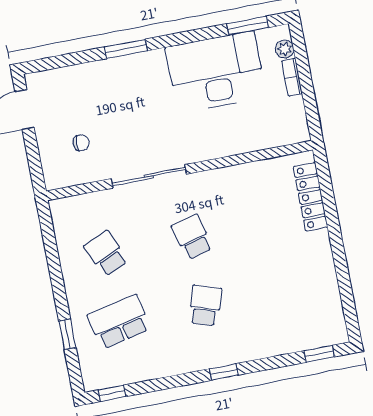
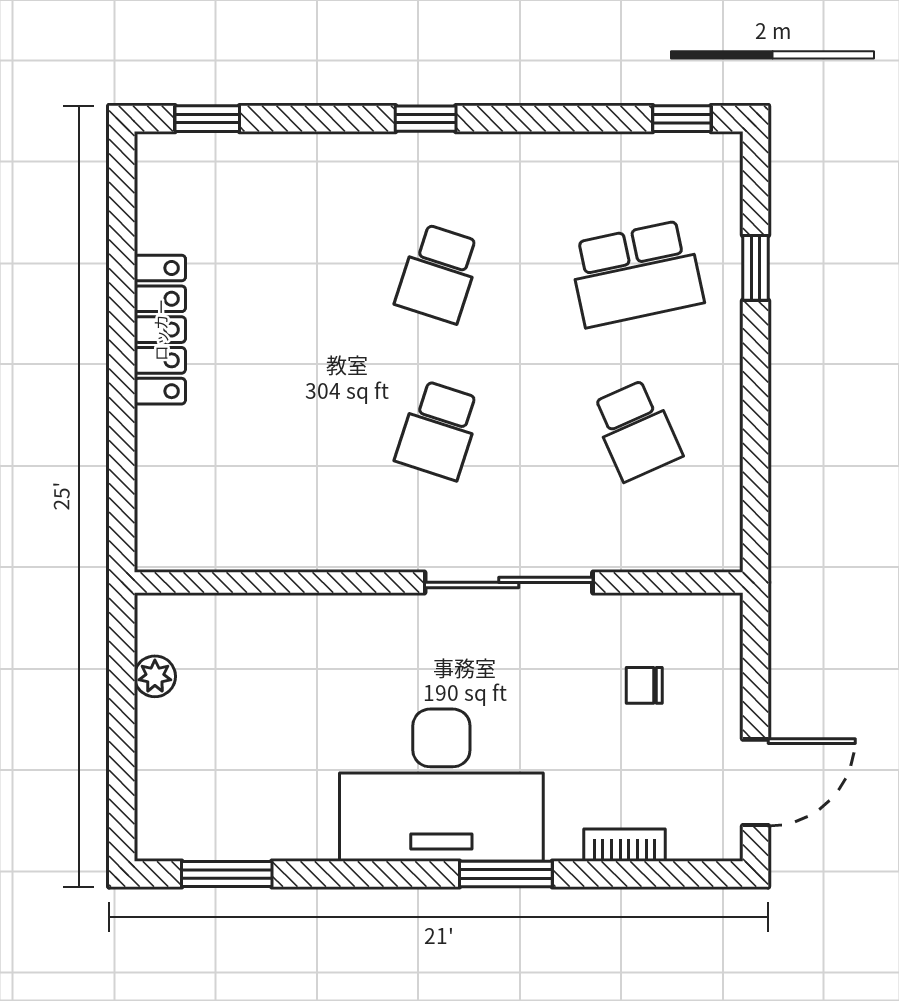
plant: (285, 49) -> (155, 676), moved
desk: (216, 72) -> (441, 785), moved
bookcase: (292, 77) -> (625, 845), moved, turned -90
locker: (311, 197) -> (160, 330), moved
school desk: (192, 237) -> (439, 430), turned 33

